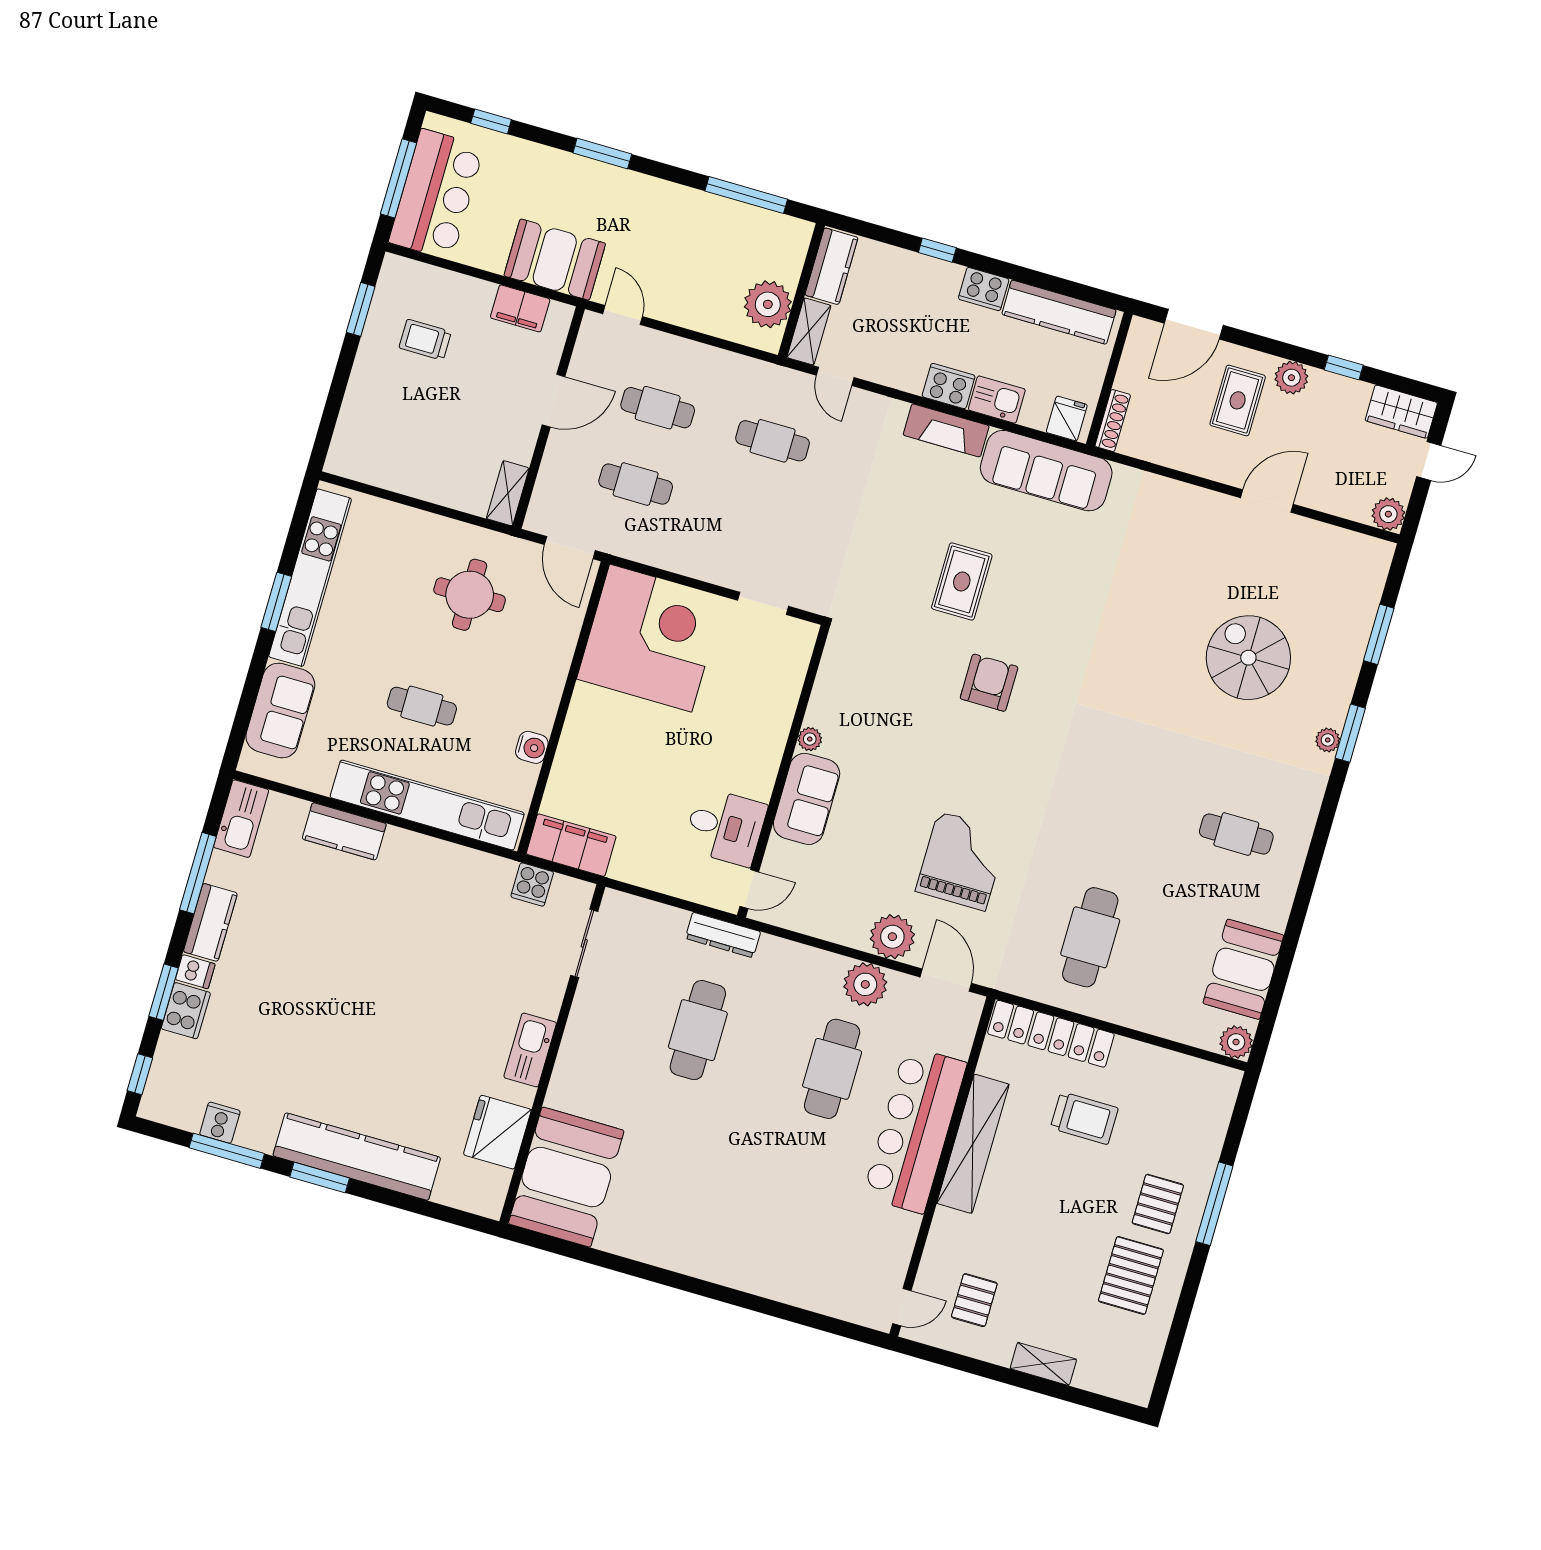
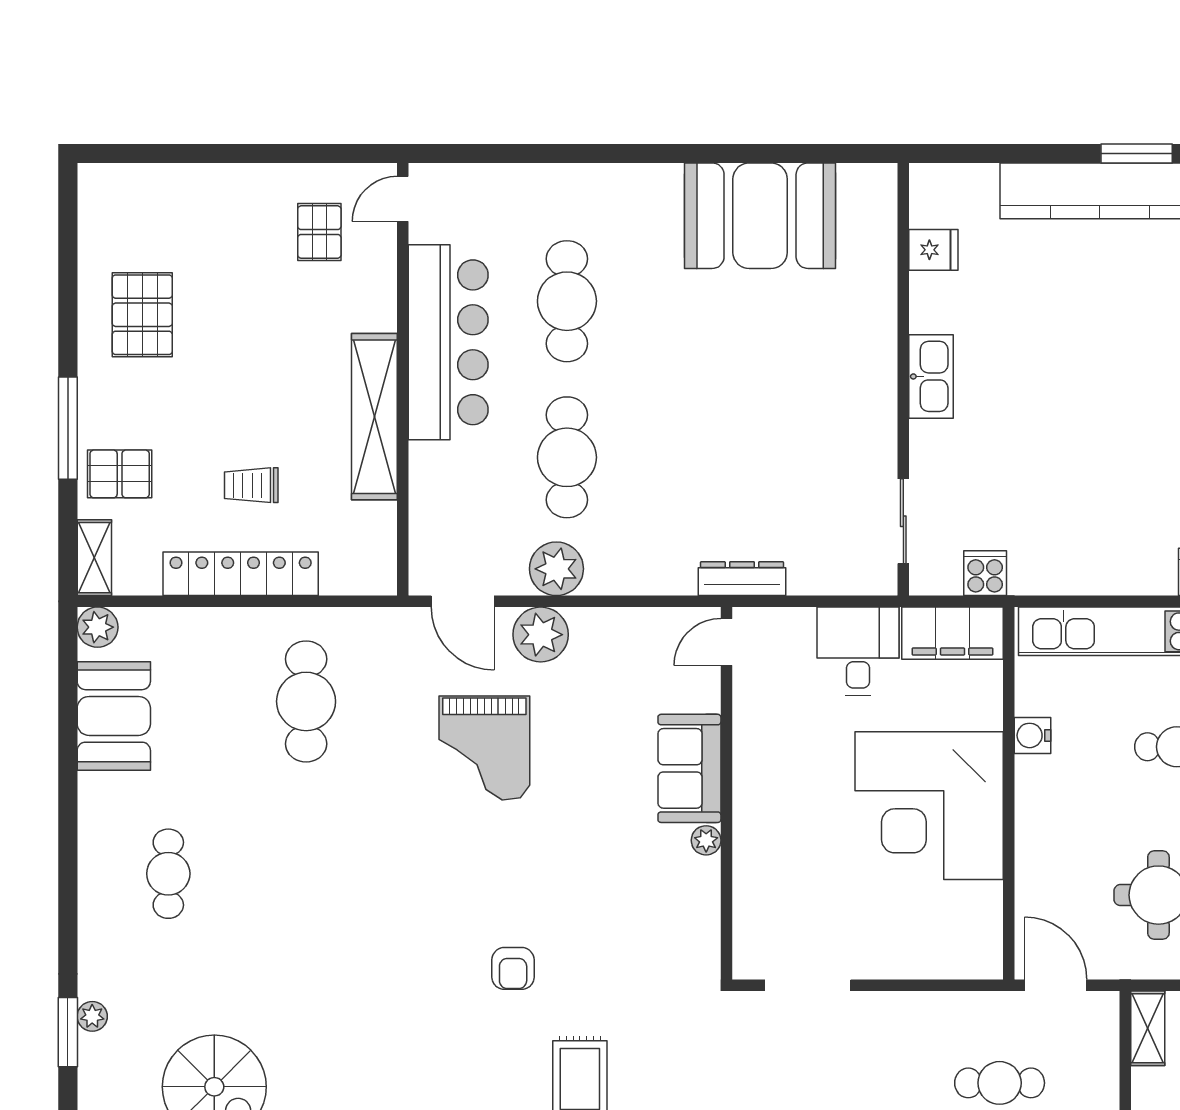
doorway: (763, 603) -> (808, 985), width x1.38
corner desk: (651, 638) -> (929, 806), moved
armchair: (989, 683) -> (513, 968), width x0.72, depth x0.72
desk: (725, 827) -> (858, 651), moved, turned 90
cafe table: (1236, 834) -> (168, 874), turned 90
cafe table: (698, 1030) -> (567, 301), moved
locker: (1051, 1034) -> (241, 574), moved
trolley: (1084, 1118) -> (251, 485), width x0.73, depth x0.72
bar counter: (915, 1130) -> (448, 342), moved
fridge: (497, 1132) -> (933, 250), width x0.53, depth x0.75
booth: (566, 1177) -> (760, 216), moved, turned 90
pallet: (1158, 1204) -> (120, 474), moved, turned 90
shelving: (1043, 1364) -> (94, 558), moved, turned 90

